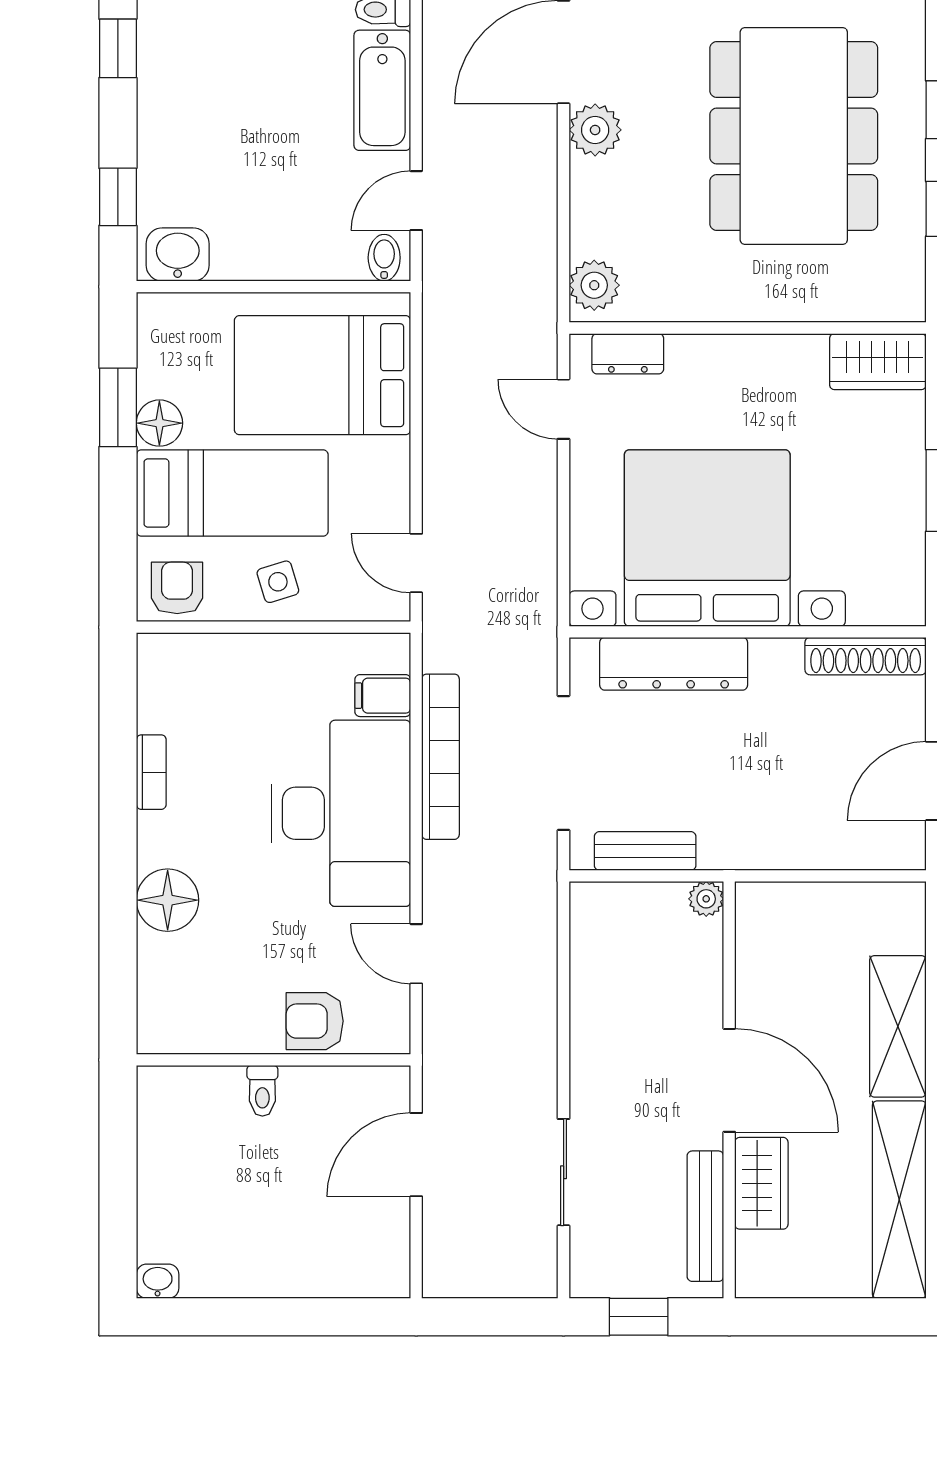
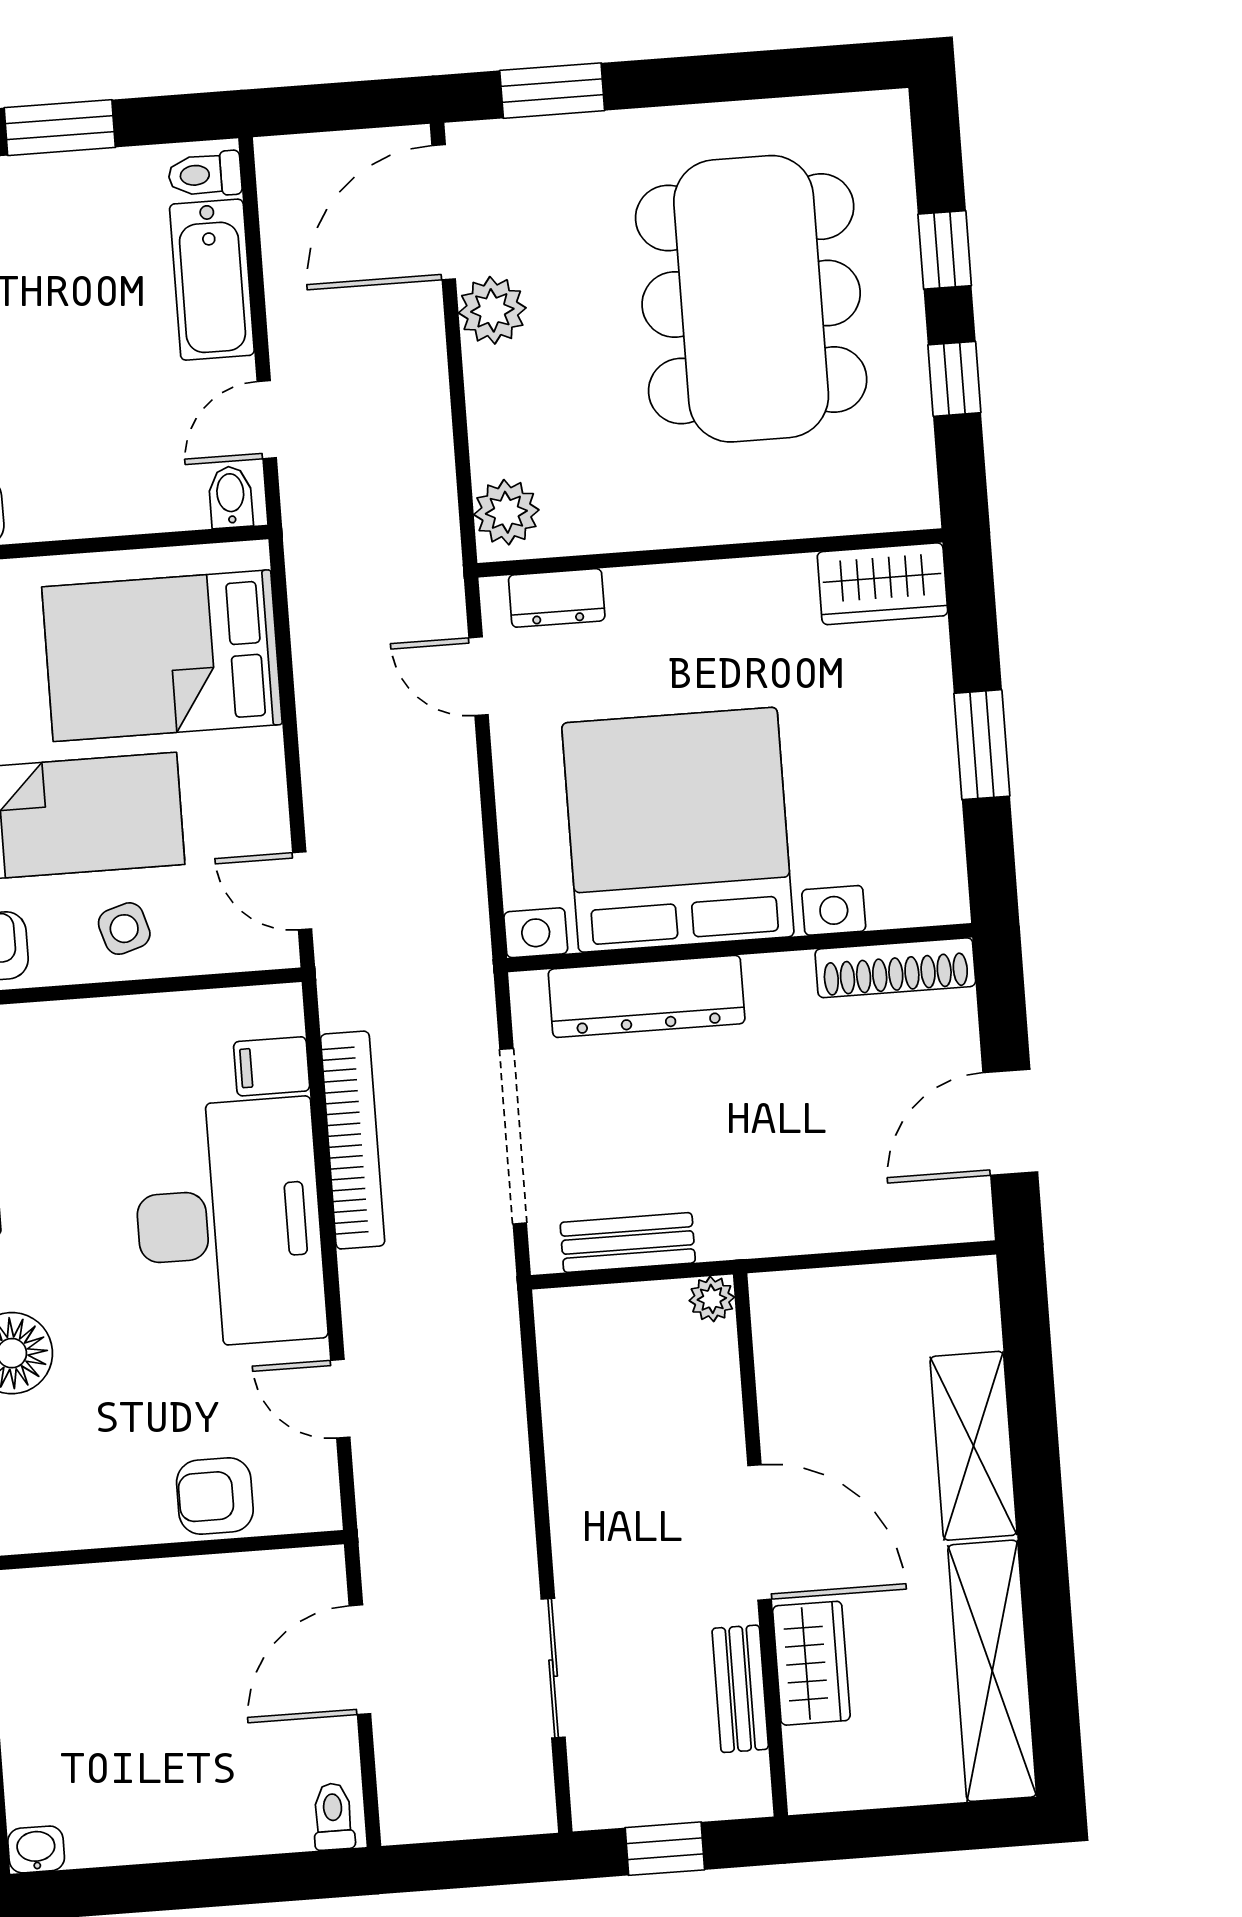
toilet: (262, 1091) -> (333, 1816), moved, turned 180
bench: (705, 1216) -> (740, 1689), width x0.73

